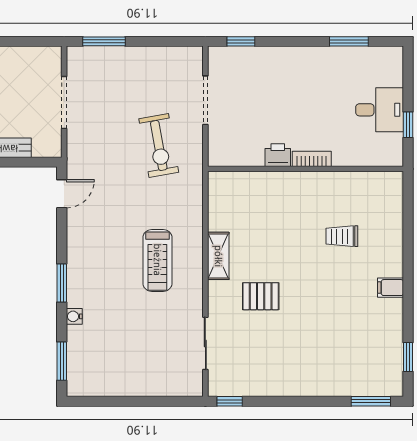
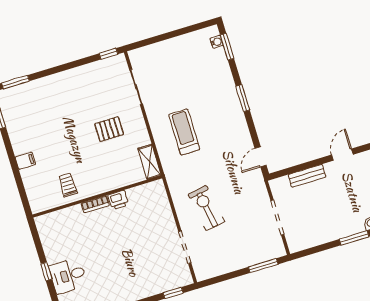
printer: (278, 155) -> (118, 200), moved
bookcase: (312, 159) -> (95, 204), moved
wall: (306, 169) -> (97, 196), moved
trolley: (342, 236) -> (68, 185), turned -90
shelving: (218, 256) -> (150, 162), moved
water cooler: (74, 316) -> (217, 42), moved

